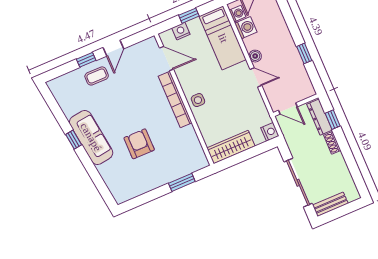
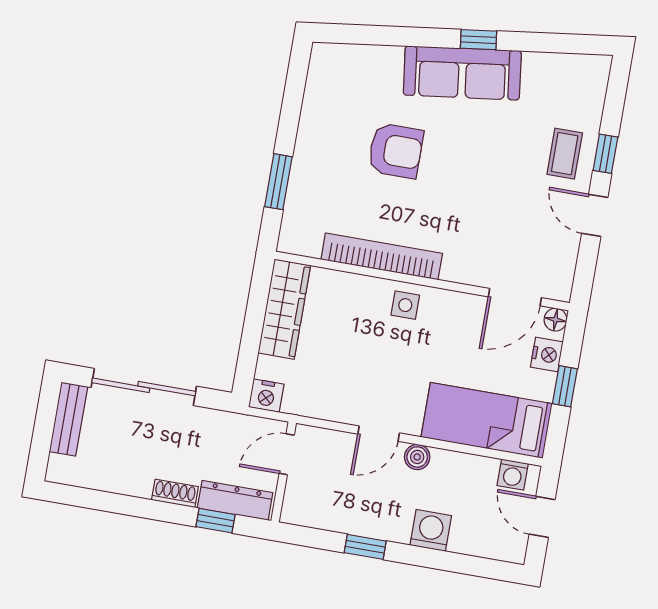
washing machine: (246, 28) -> (431, 530), moved, turned 180
floor lamp: (165, 37) -> (556, 320), added
bookcase: (175, 100) -> (382, 256), moved

